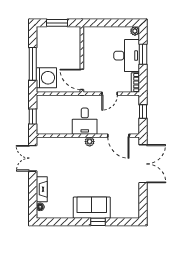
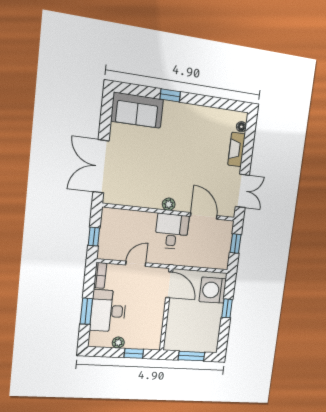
window: (103, 23) -> (134, 353), added
plant: (135, 31) -> (118, 343), moved
window: (33, 64) -> (227, 308), width x0.46
door: (118, 136) -> (204, 216), moved
sofa: (92, 208) -> (137, 110), moved

